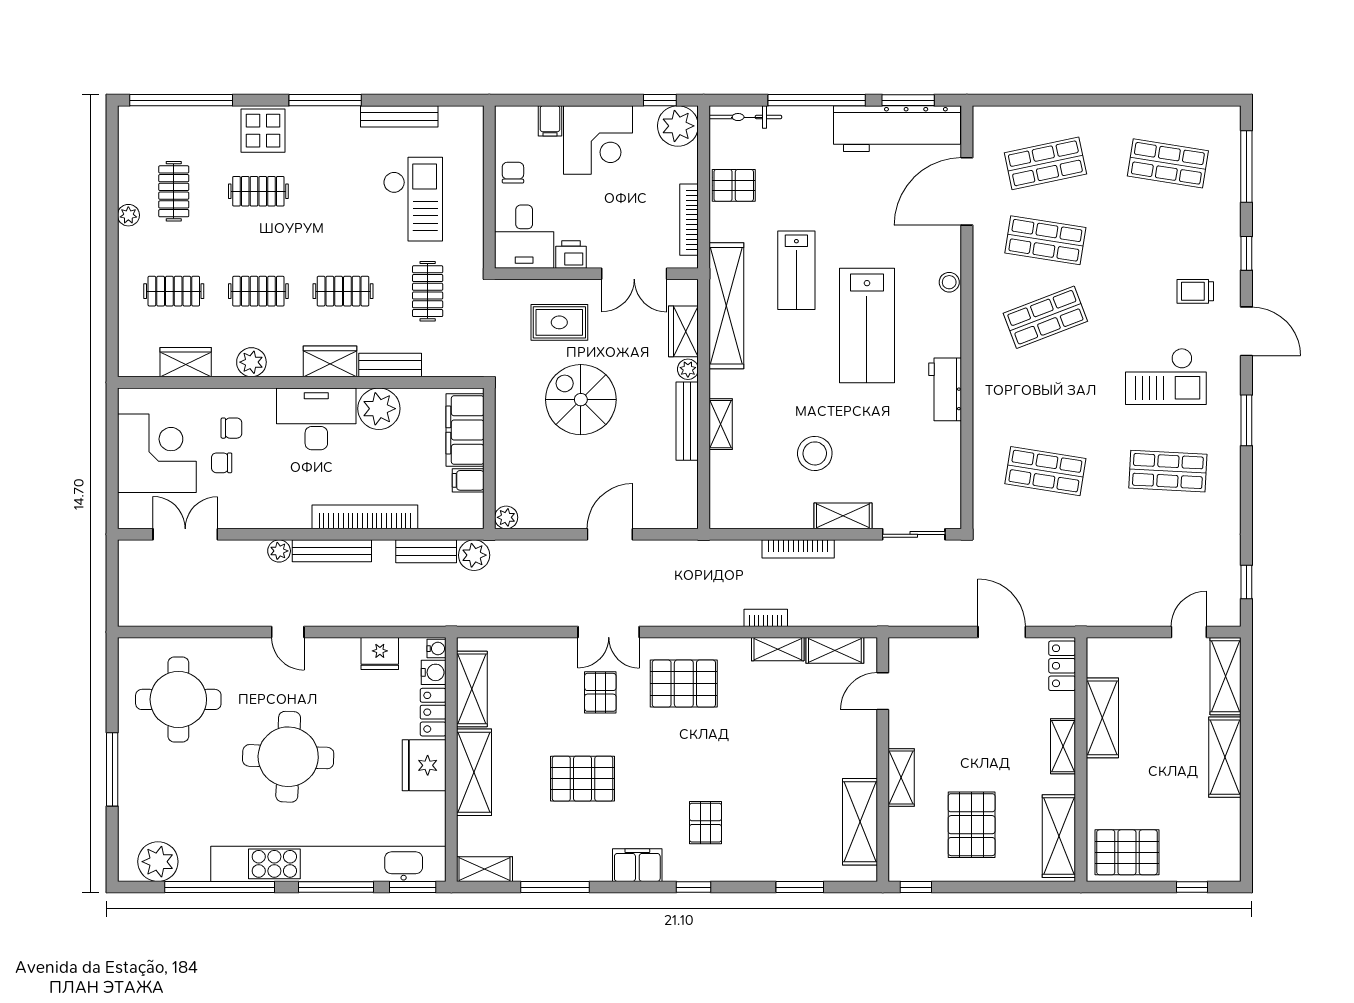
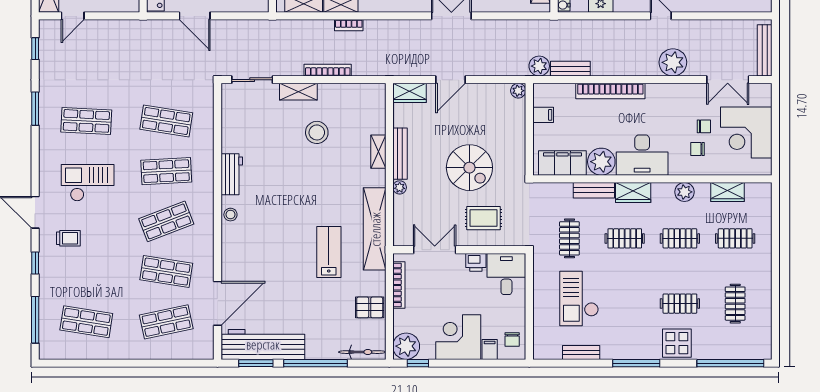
bench: (399, 116) -> (581, 352), width x0.73
chair: (513, 173) -> (512, 340), moved
plant: (128, 215) -> (765, 288), removed
stool: (949, 282) -> (230, 215), moved
lab bench: (867, 326) -> (283, 216), removed
wardrobe: (683, 331) -> (409, 93), moved, turned 90
shop shelf: (1045, 394) -> (166, 171), added
window: (1246, 420) -> (35, 109), moved
filing cabinet: (465, 430) -> (562, 163), moved, turned -90
plant: (279, 551) -> (673, 62), width x1.87, depth x1.87
bench: (332, 551) -> (765, 50), moved, turned 90

